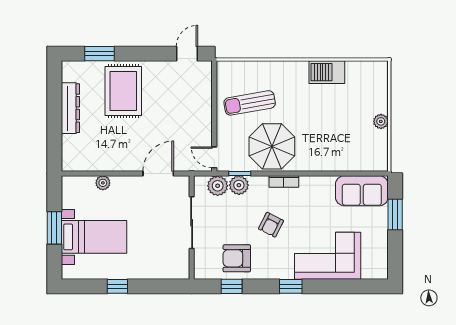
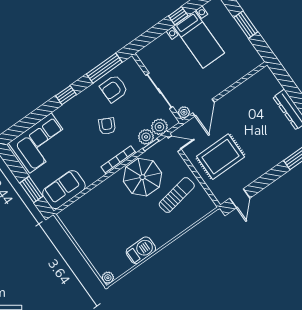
rug: (123, 91) -> (220, 157), moved, turned 90
plant: (381, 121) -> (108, 278), moved
bookcase: (284, 181) -> (119, 160), width x1.56
plant: (103, 183) -> (184, 112), moved
bed with nightstands: (94, 237) -> (199, 40), moved, turned -90
corner sofa: (328, 256) -> (40, 143), moved
armchair: (237, 258) -> (114, 89), turned 180
window: (232, 286) -> (104, 68), width x2.17

